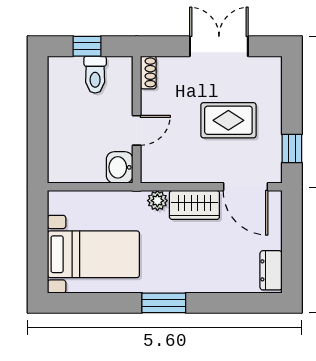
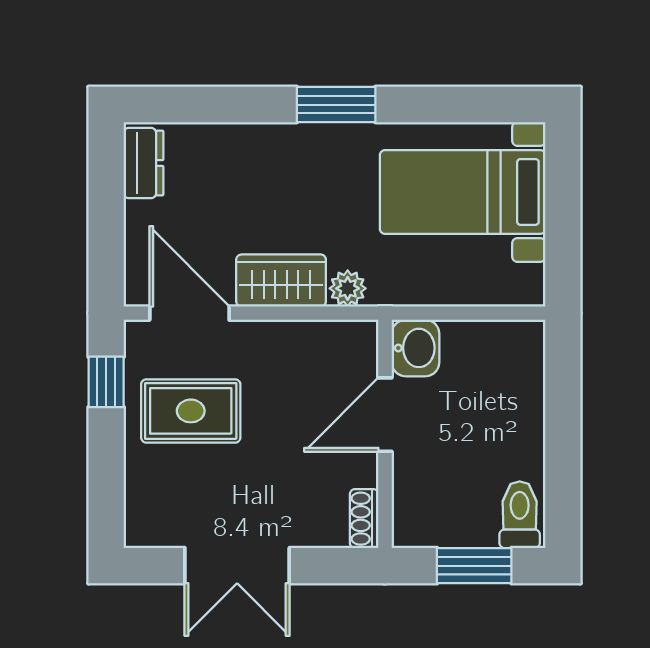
window: (87, 46) -> (474, 566), width x1.50
toilet: (95, 75) -> (520, 515), moved
rug: (228, 120) -> (191, 411), moved
door: (137, 130) -> (385, 415), width x1.38

